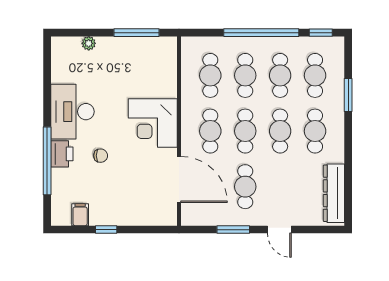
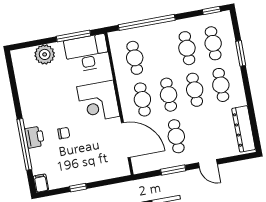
window: (261, 33) -> (147, 22), moved
plant: (89, 43) -> (45, 54), width x1.88, depth x1.88
cafe table: (245, 75) -> (161, 53), removed
desk: (72, 112) -> (87, 53), moved, turned 90
filing cabinet: (80, 215) -> (41, 183), moved

